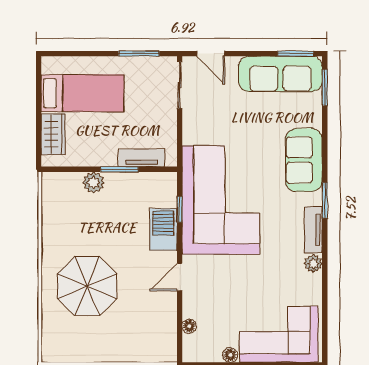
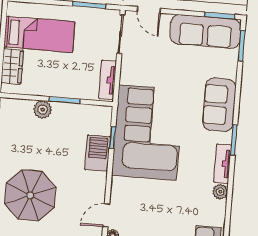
tv unit: (141, 158) -> (108, 80), moved, turned -90
door: (180, 277) -> (106, 215), moved

